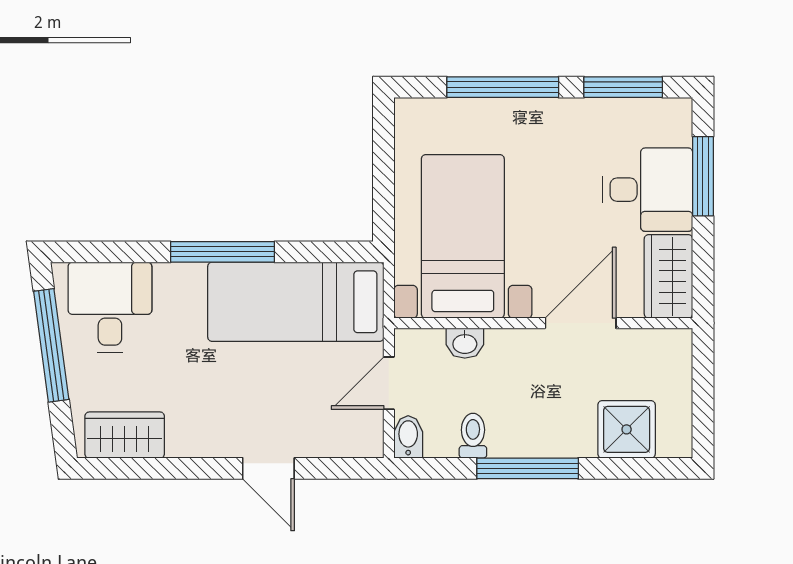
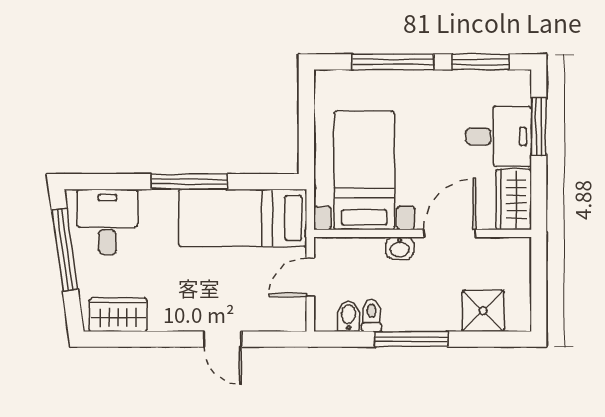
washbasin: (465, 343) -> (400, 248), moved
bidet: (408, 437) -> (349, 316), moved

